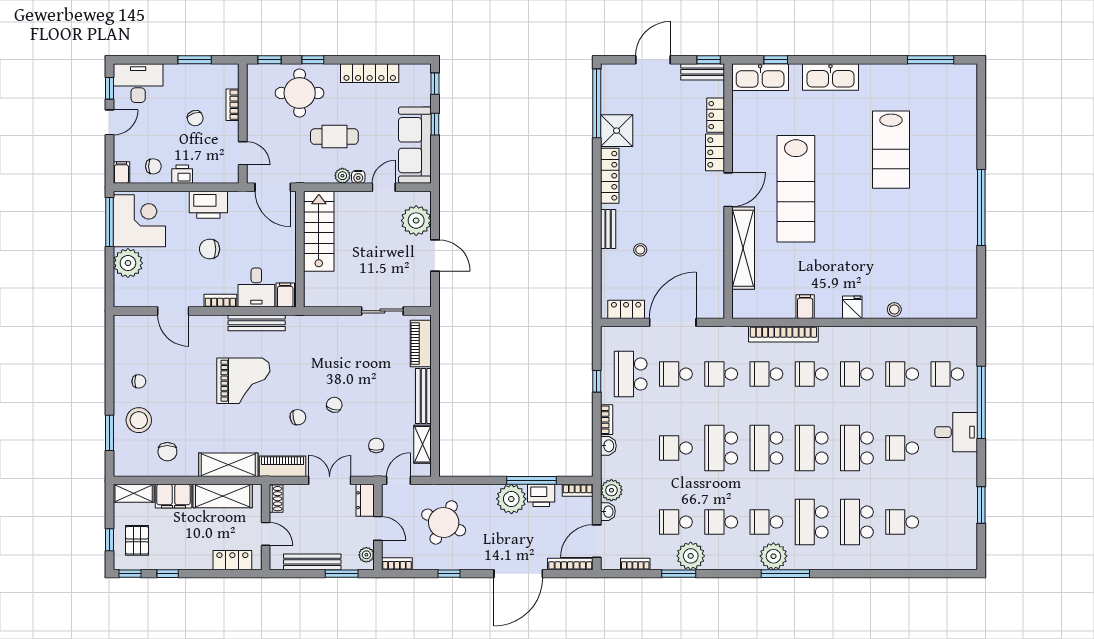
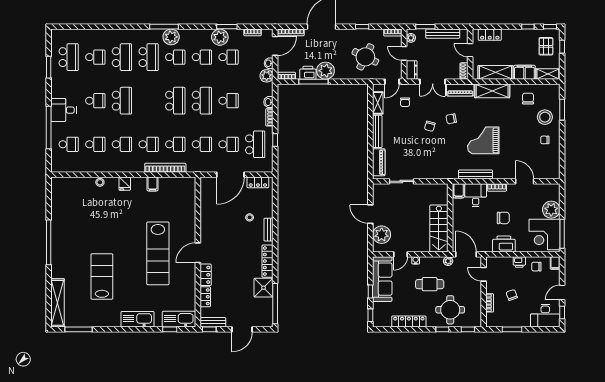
plant: (342, 176) -> (448, 261), moved
lab bench: (796, 189) -> (158, 253), turned 180
shelving: (743, 248) -> (58, 303), moved
school desk: (812, 448) -> (69, 57), moved

